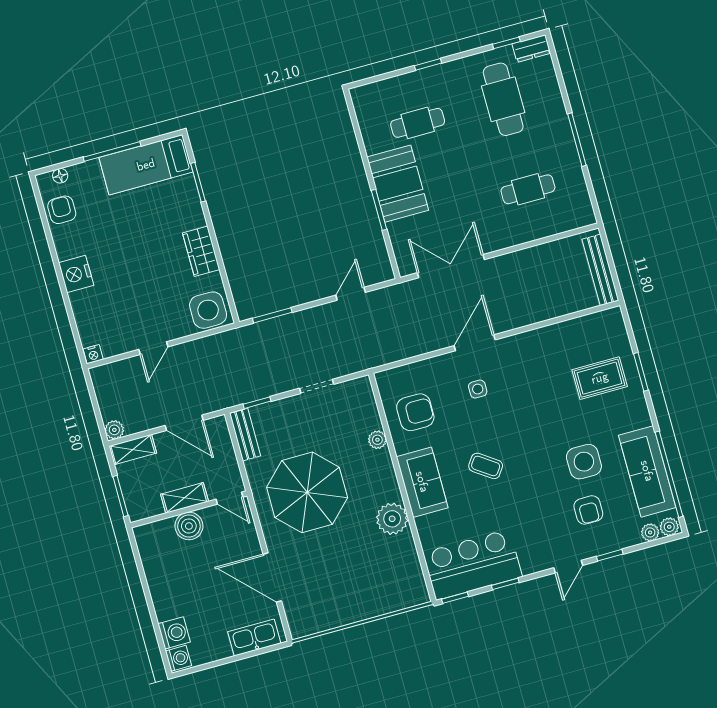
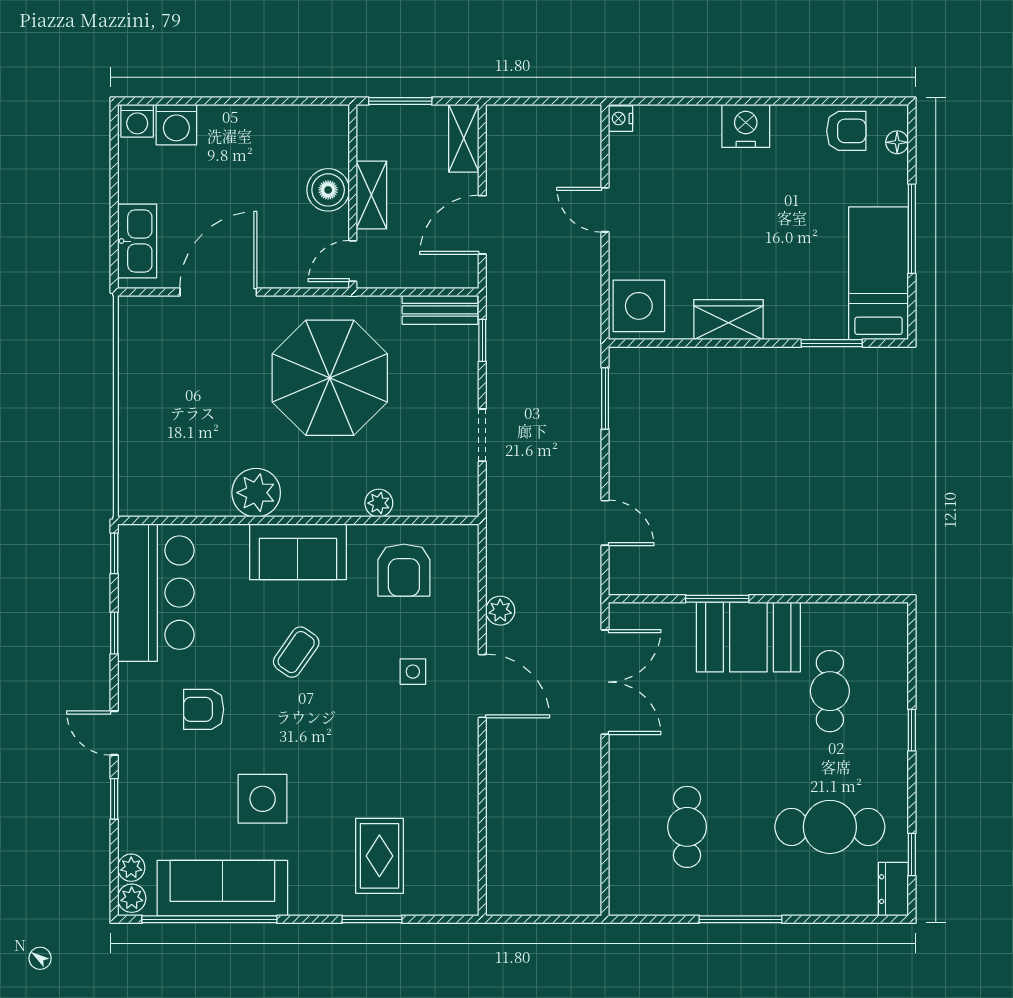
bench: (600, 270) -> (539, 901), removed
plant: (114, 430) -> (500, 611), moved
armchair: (588, 510) -> (204, 709), moved

